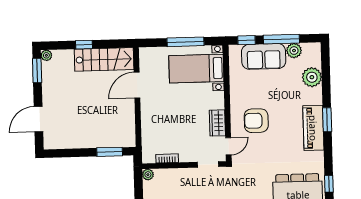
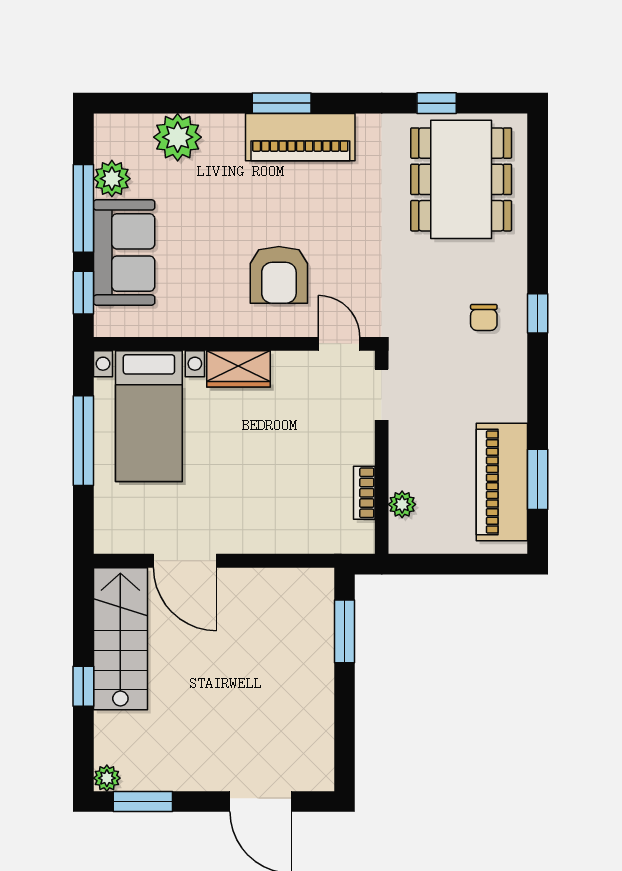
wardrobe: (217, 123) -> (239, 369), moved
plant: (148, 175) -> (402, 504), moved

